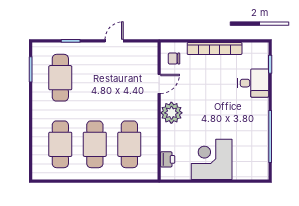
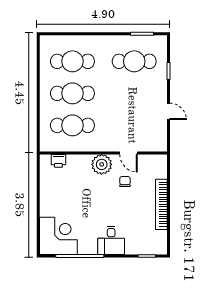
chair: (174, 59) -> (125, 182), moved
desk: (253, 83) -> (111, 240), moved
corner desk: (212, 159) -> (58, 236), moved

